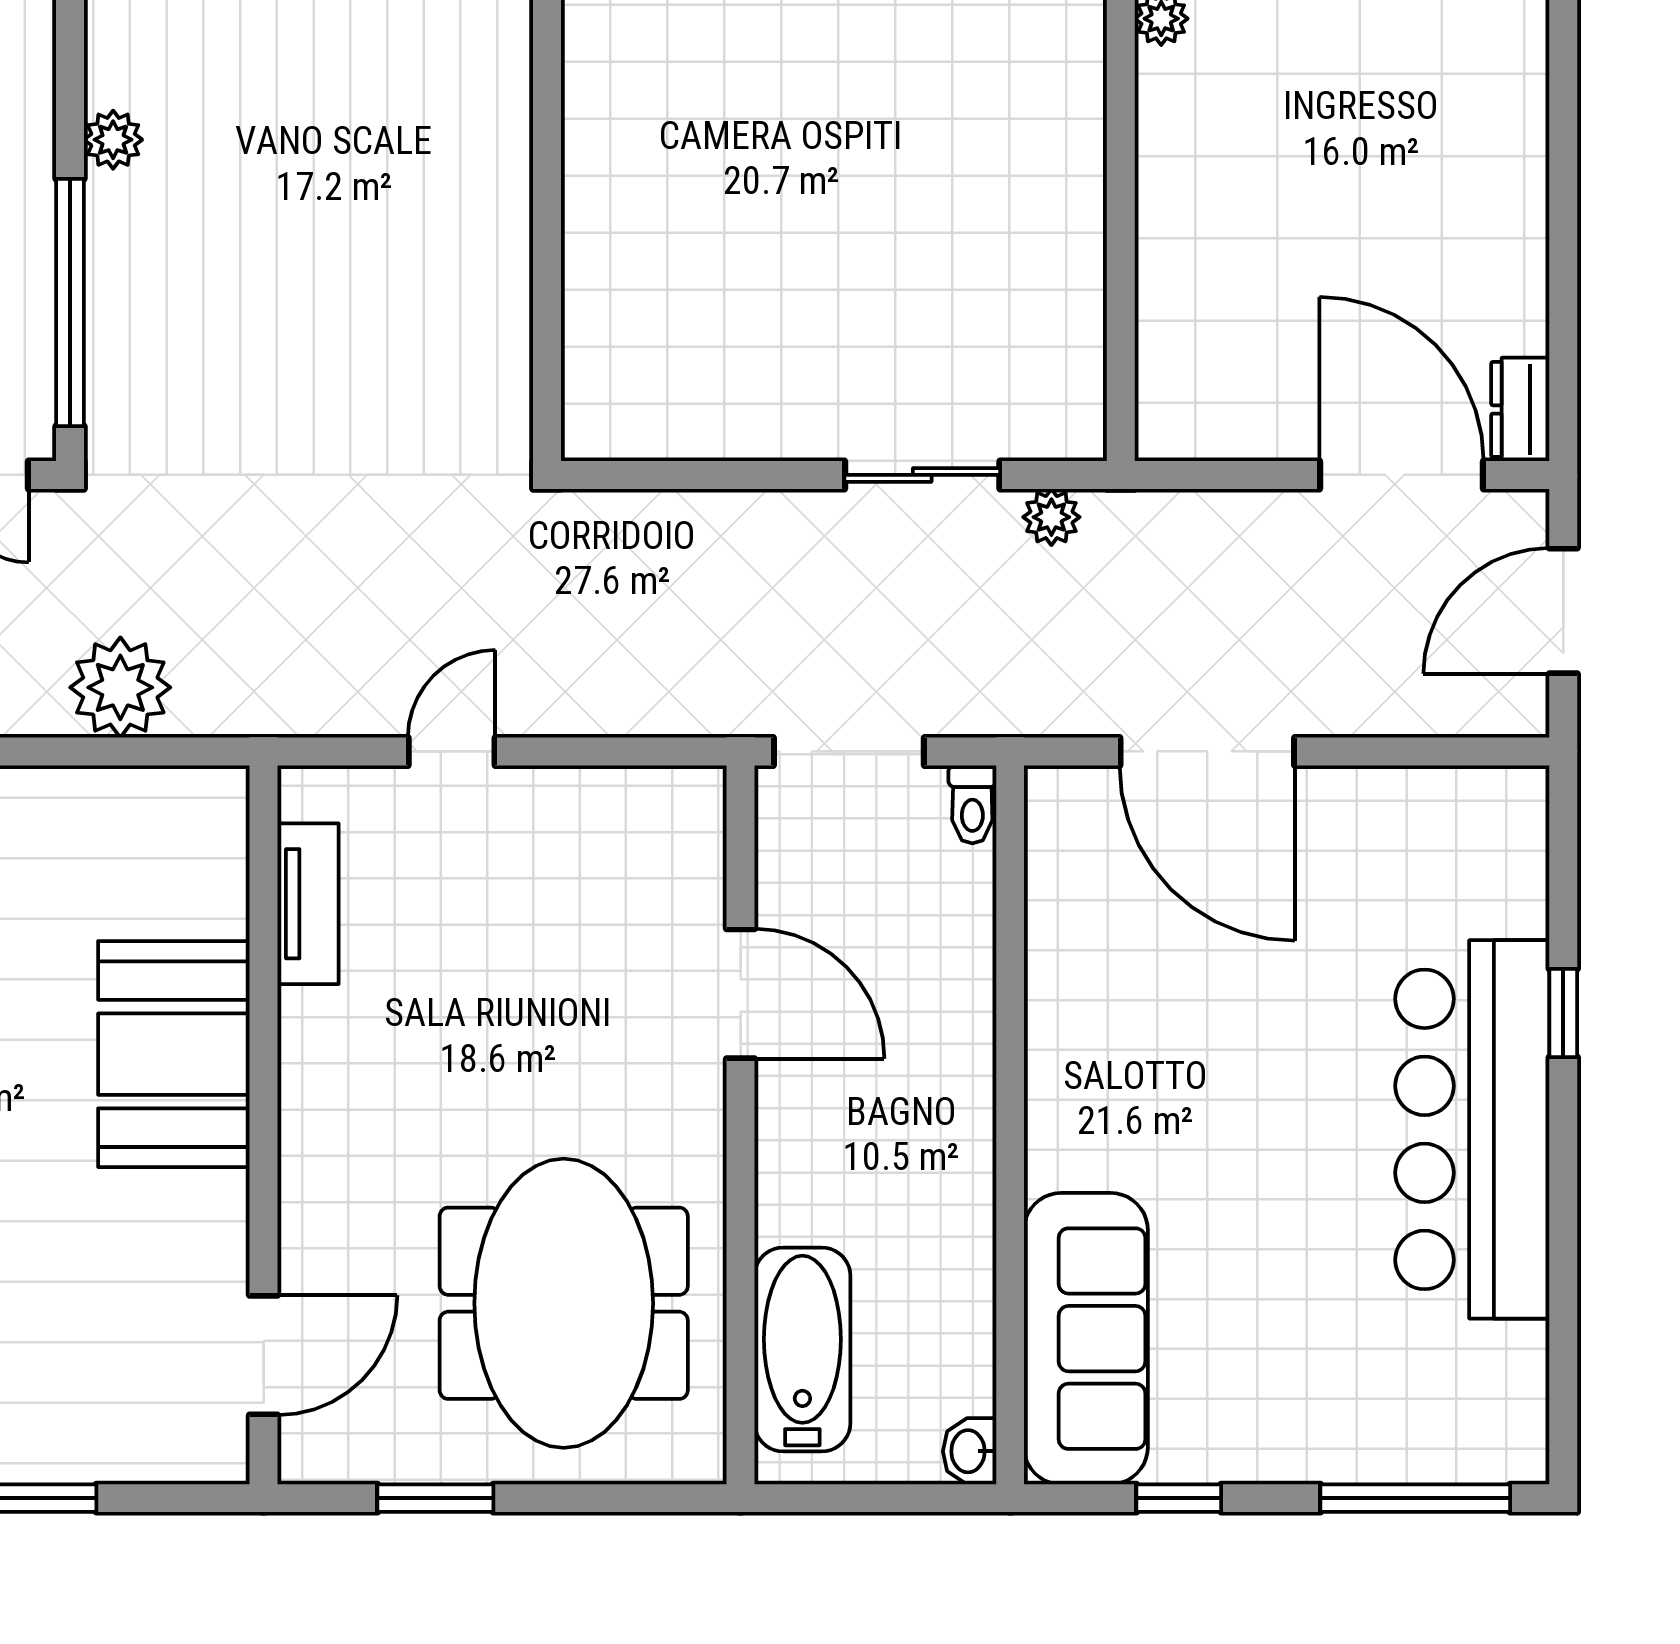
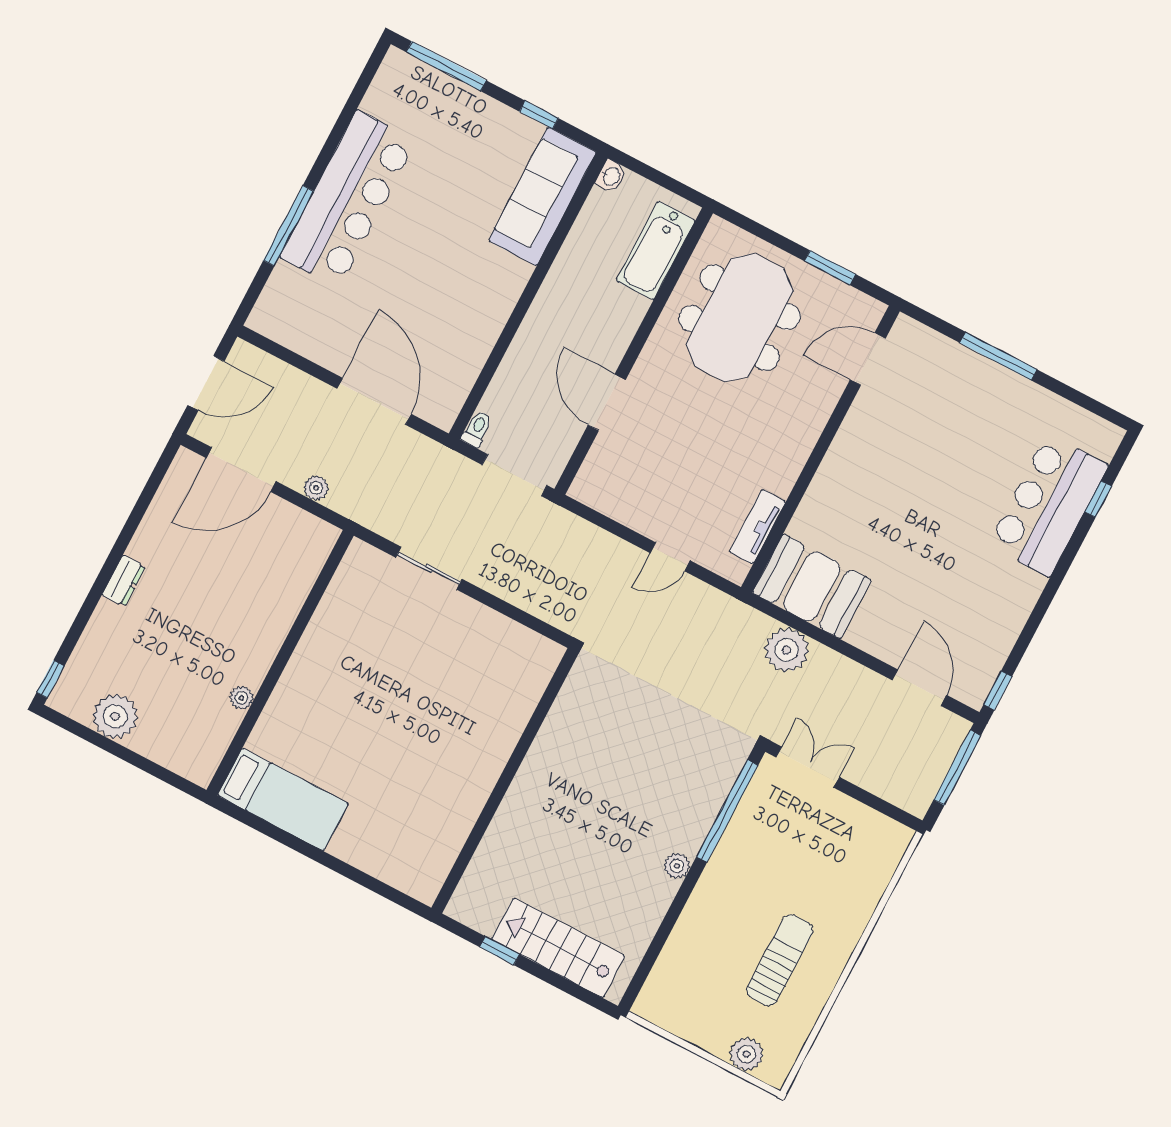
dresser: (1520, 409) -> (124, 581), moved
door: (1402, 475) -> (241, 470), hinge flipped
plant: (1051, 517) -> (316, 488), moved
window: (1563, 1013) -> (289, 226), width x2.17
booth: (174, 1054) -> (812, 586), moved, turned 90

